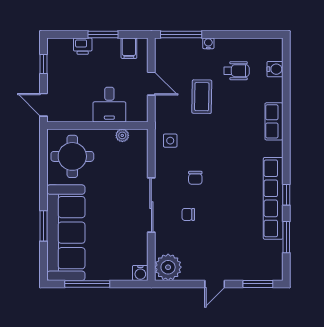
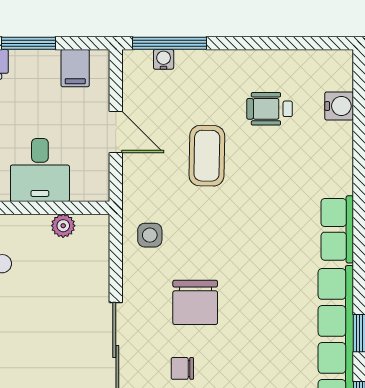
water cooler: (208, 43) -> (164, 59), moved
wheelchair: (237, 71) -> (270, 109), turned 180
row of seats: (274, 121) -> (337, 229), moved
chair: (195, 178) -> (195, 302), width x1.87, depth x1.87

